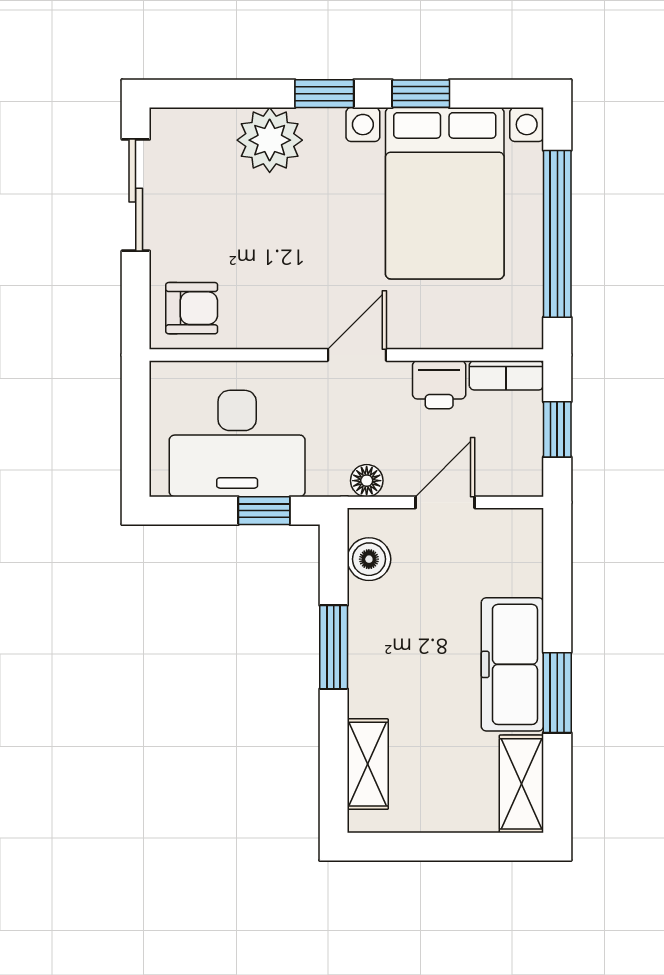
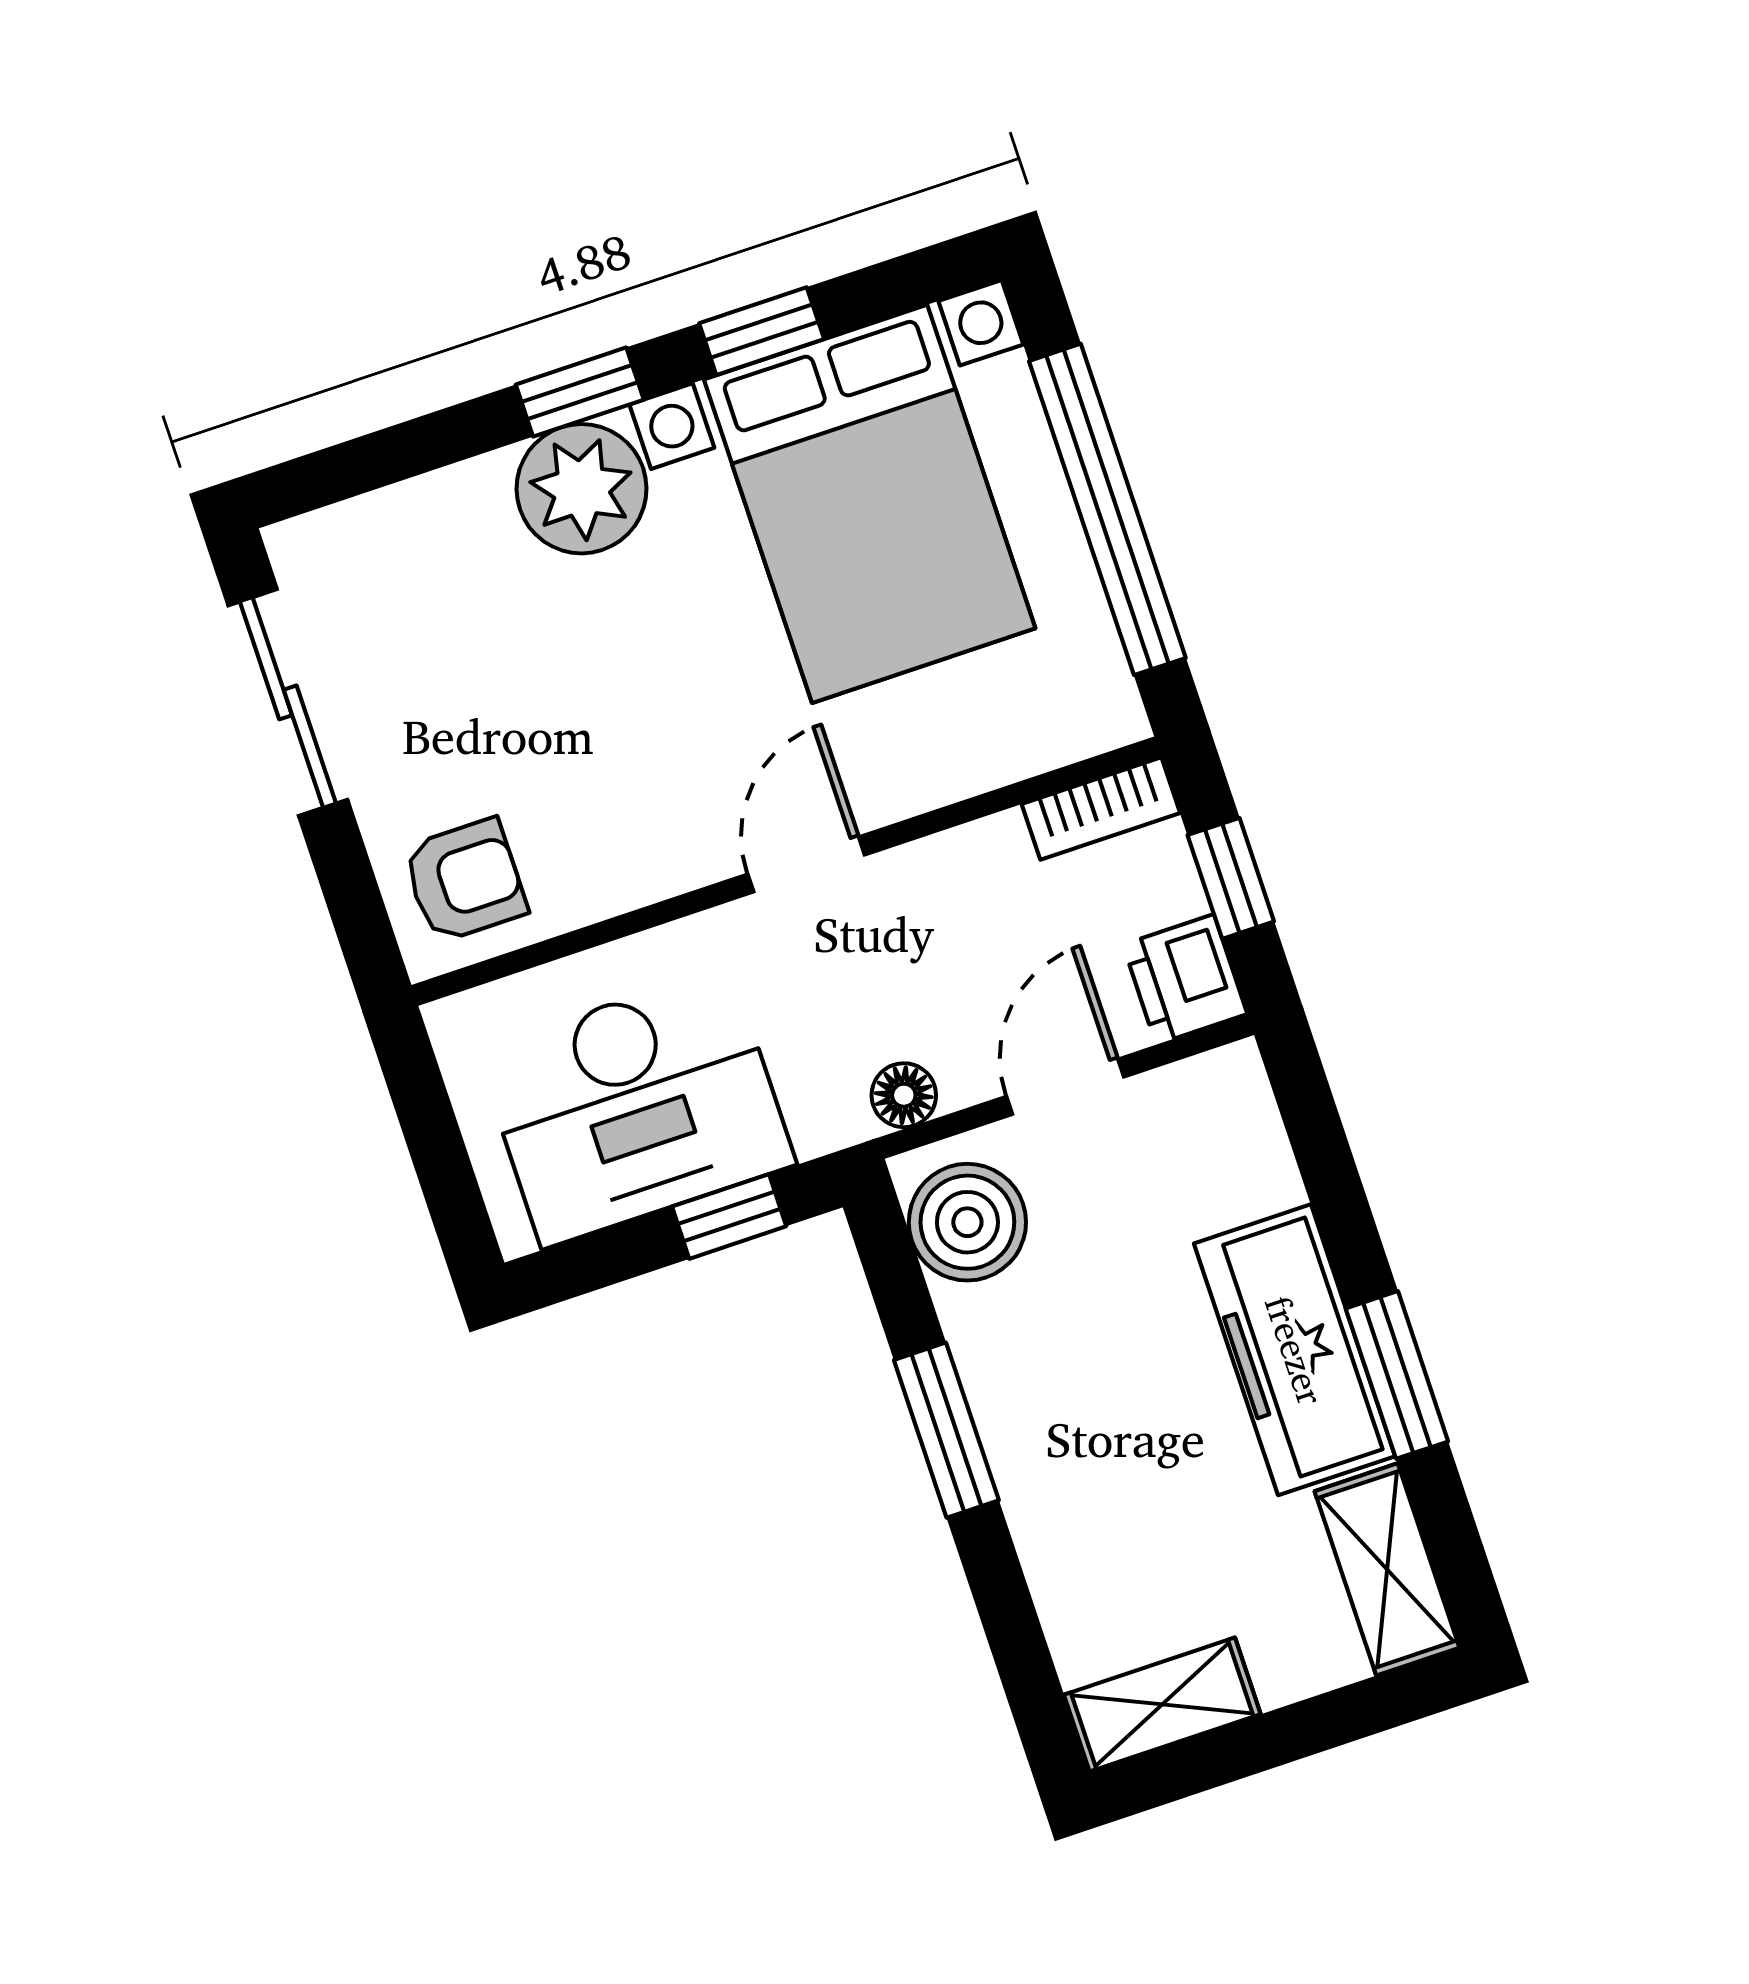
plant: (270, 140) -> (582, 489), moved
printer: (439, 385) -> (1185, 979), moved, turned 90
boiler: (369, 559) -> (967, 1222), width x1.36, depth x1.36
shelving: (368, 764) -> (1162, 1704), moved, turned 90

